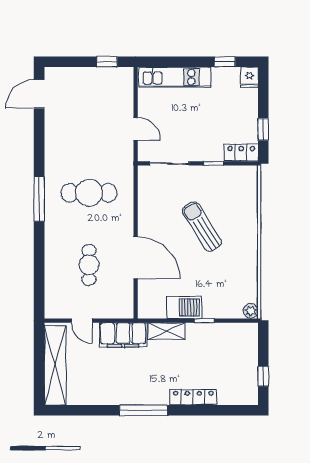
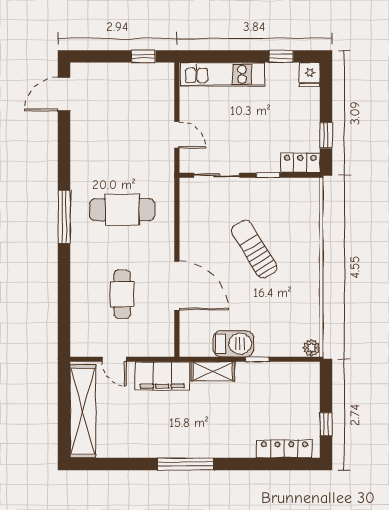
locker: (193, 397) -> (284, 449), moved

